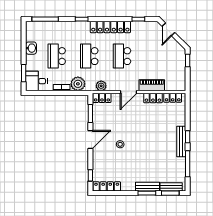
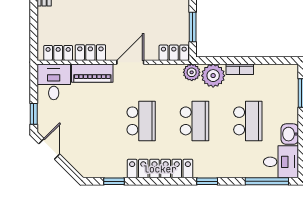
door: (168, 29) -> (49, 149), moved
desk: (175, 80) -> (54, 82), added
desk: (36, 81) -> (281, 162), moved
plant: (101, 86) -> (192, 72), moved

